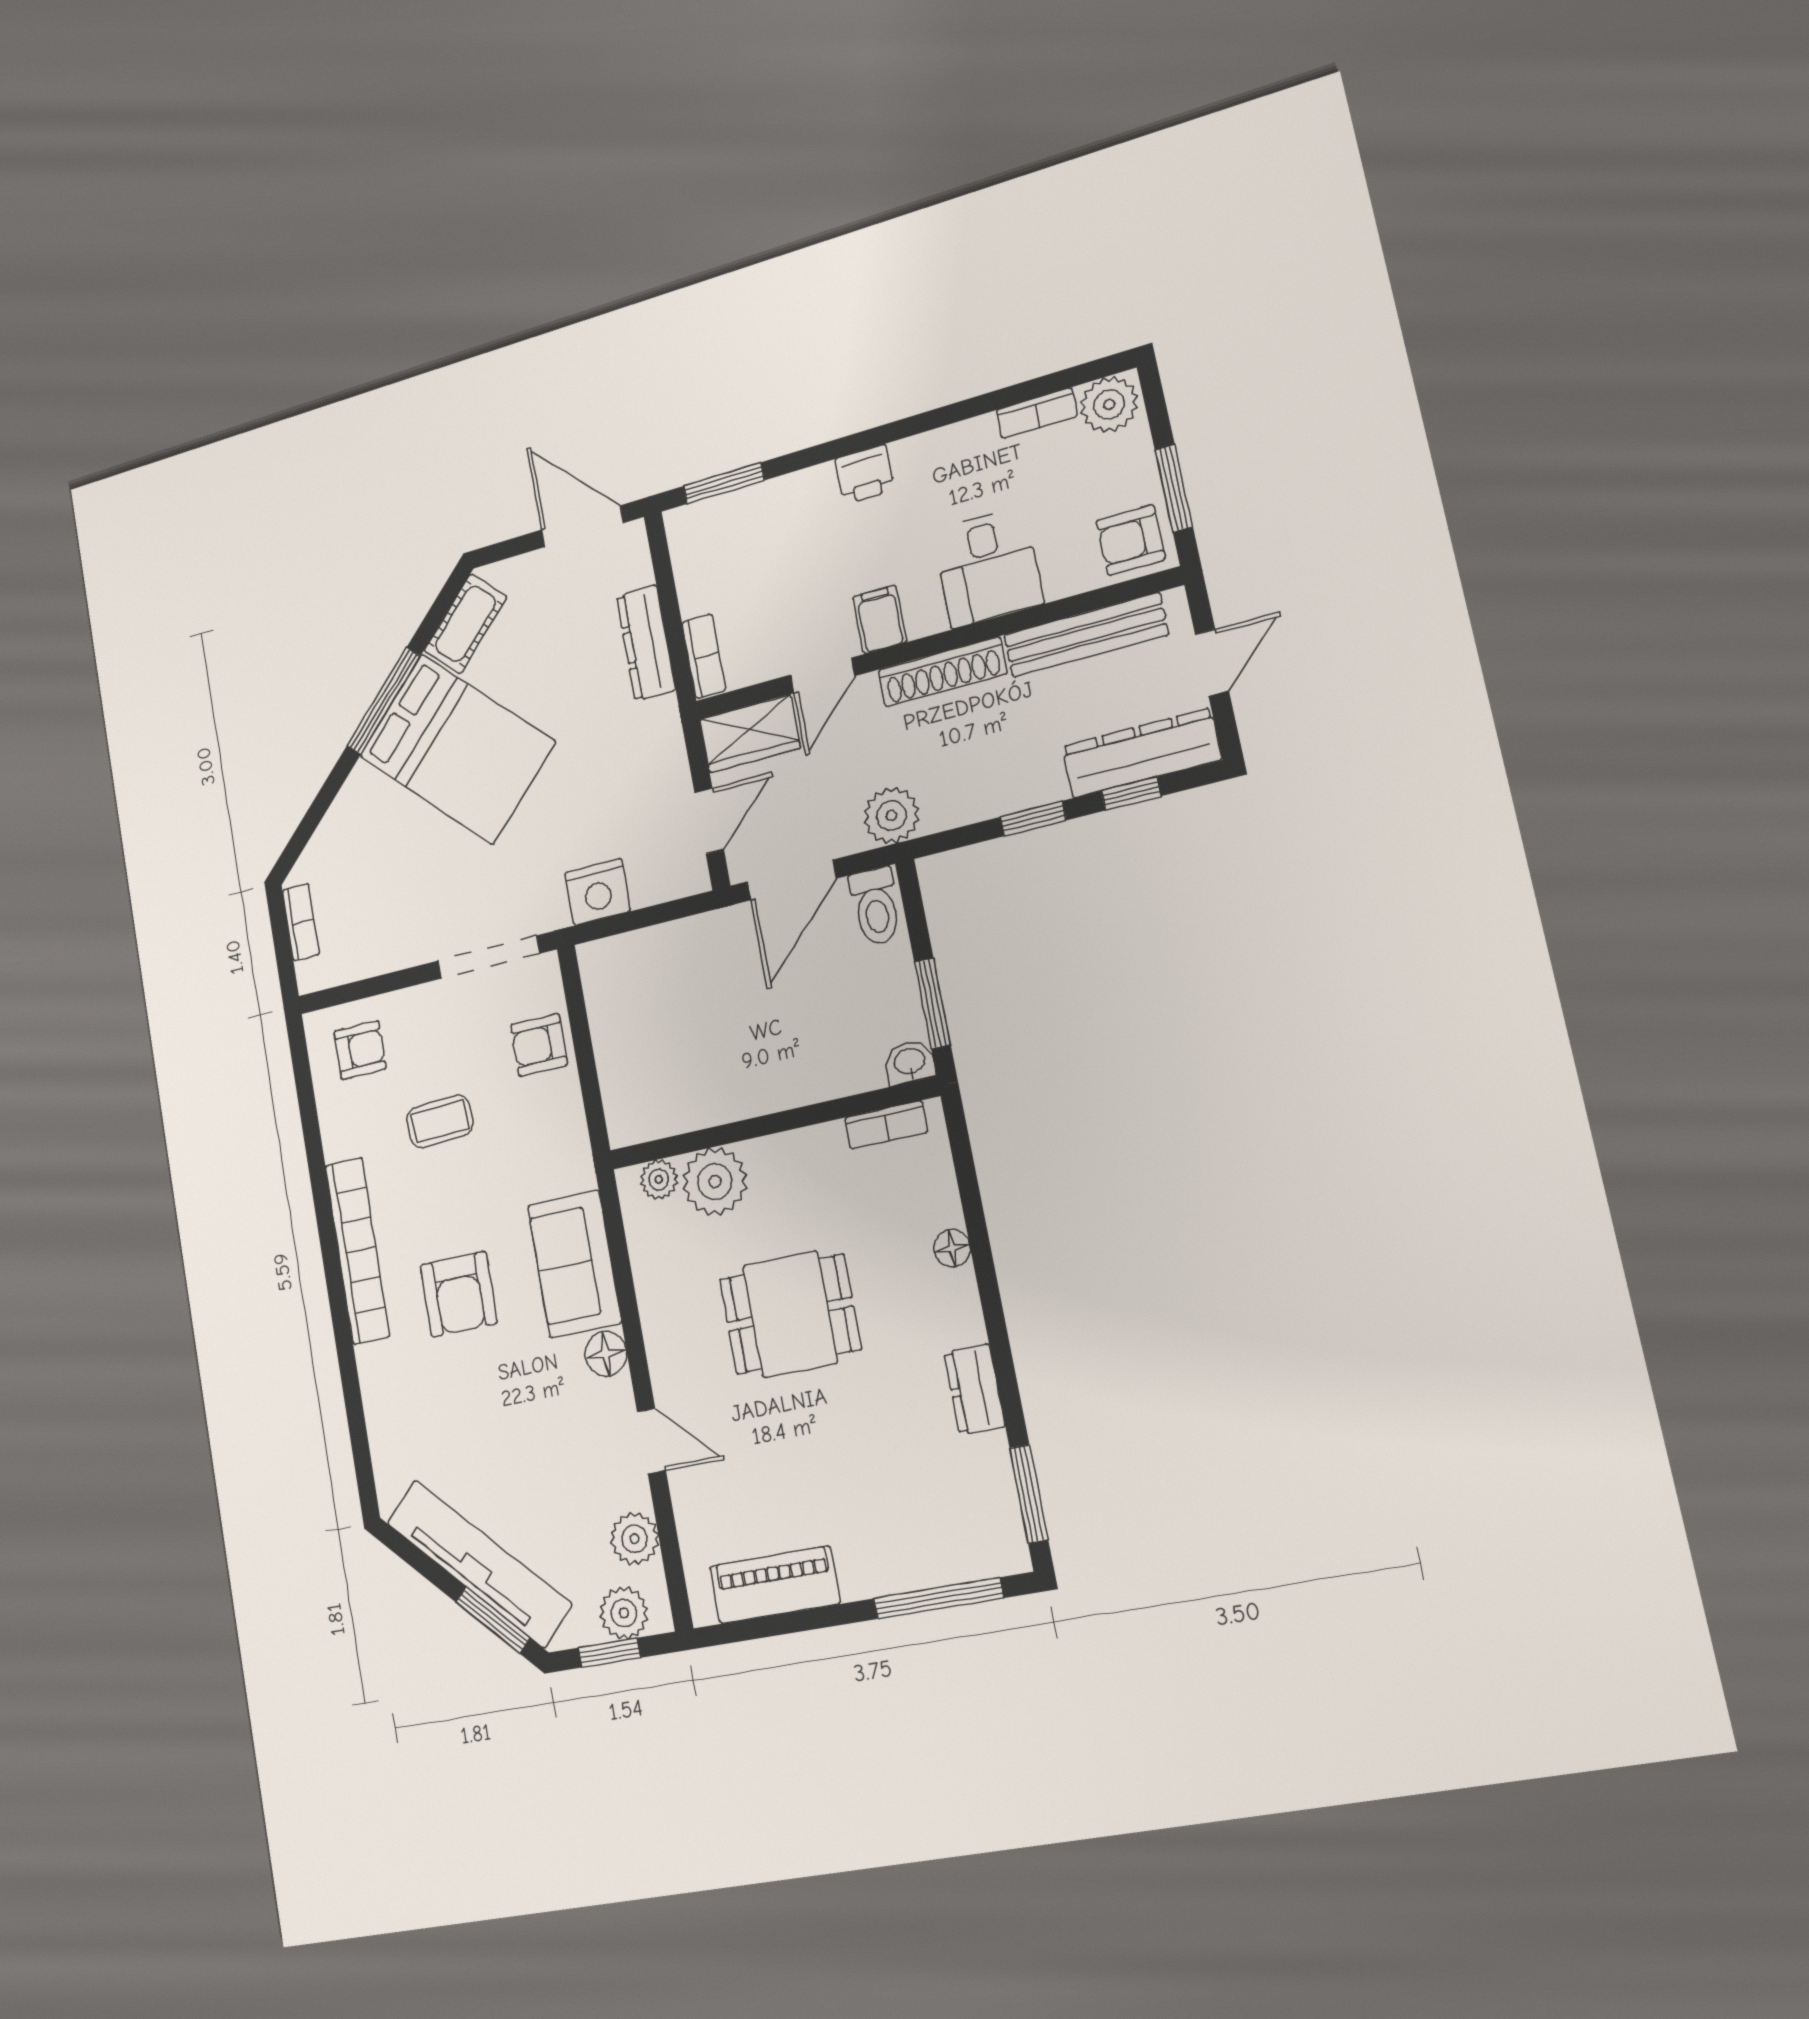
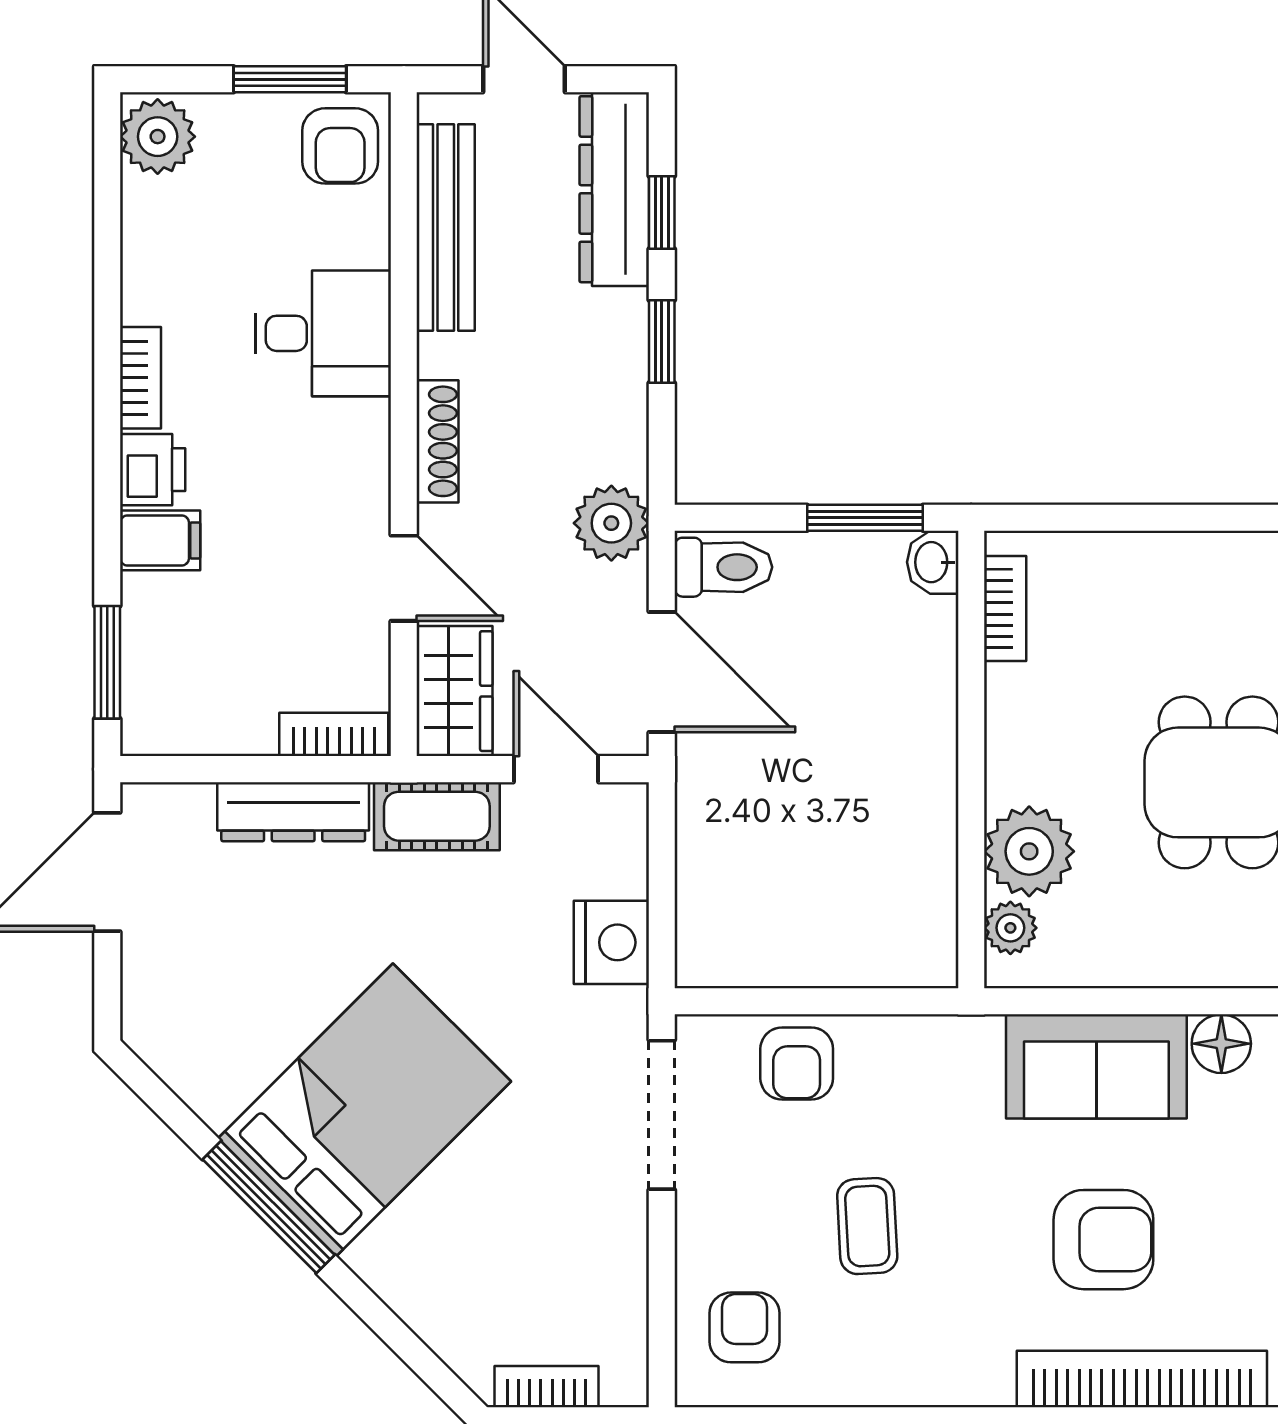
bookcase: (1037, 413) -> (140, 378), moved
filing cabinet: (880, 619) -> (160, 540), moved, turned 180
cot: (465, 624) -> (437, 816), moved, turned -45
shoe rack: (942, 672) -> (438, 441), width x0.74, depth x0.81
floor lamp: (952, 1248) -> (1177, 554), removed
bookcase: (357, 1251) -> (1142, 1379), moved

